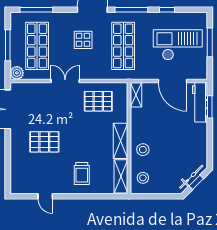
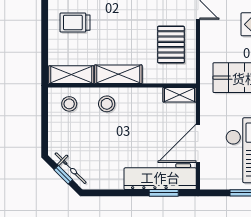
workbench: (200, 102) -> (160, 177), width x1.36, depth x1.32

